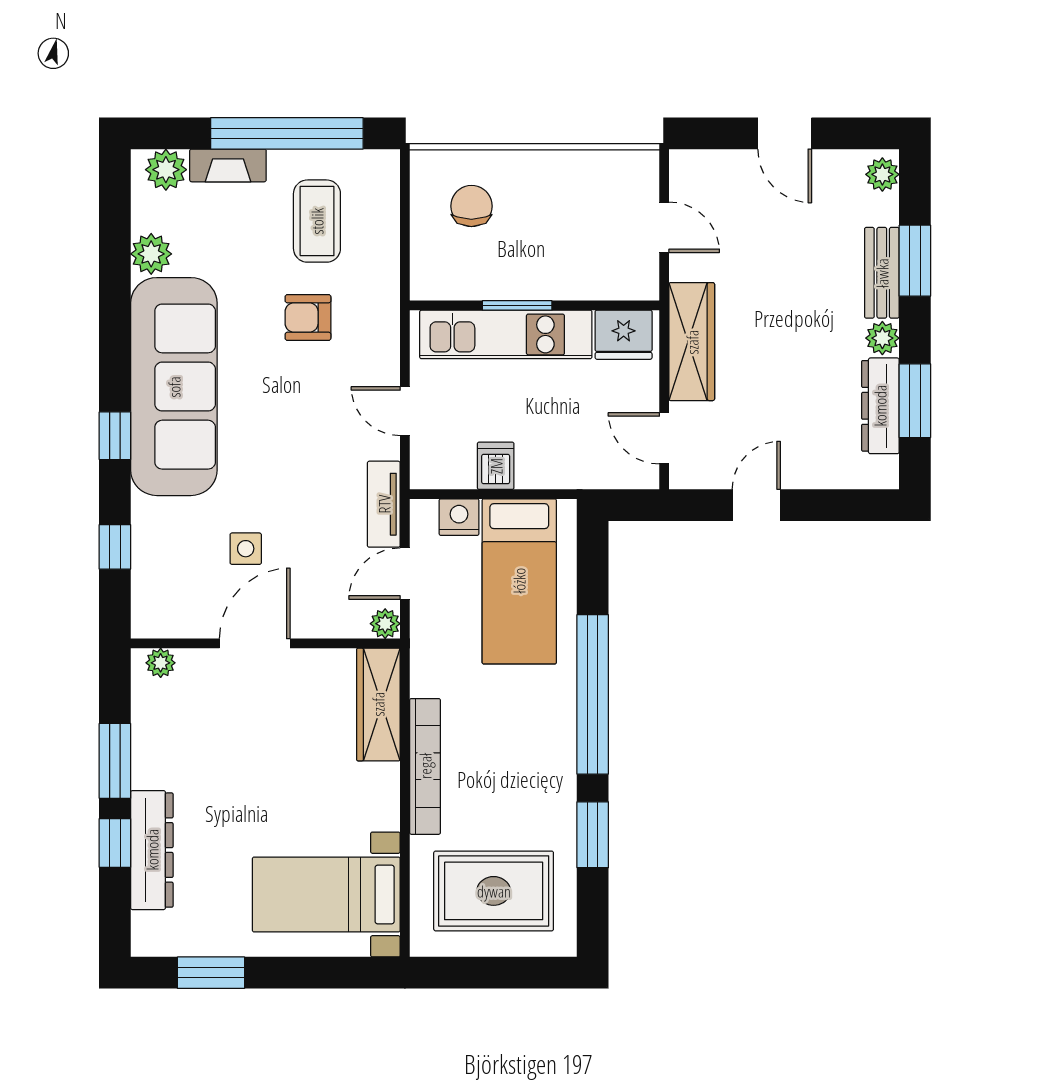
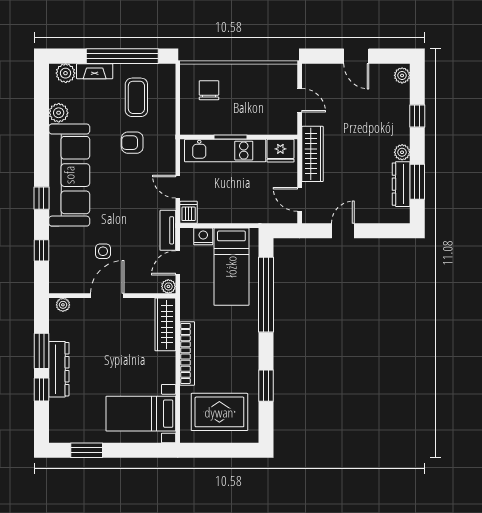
window: (915, 261) -> (417, 116), width x0.67
bench: (882, 273) -> (402, 122), removed
dishwasher: (496, 466) -> (189, 212), moved
window: (593, 694) -> (266, 295), moved
dresser: (152, 850) -> (59, 369), moved

